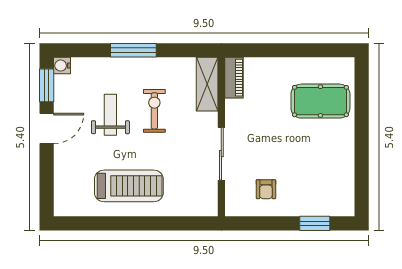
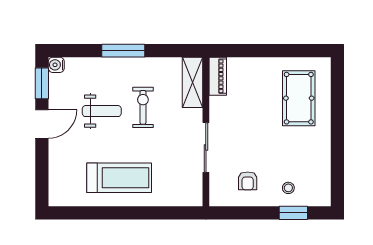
pool table: (320, 101) -> (299, 98), turned 90
weight bench: (110, 115) -> (102, 111), turned 90
stool: (309, 197) -> (288, 188), added

